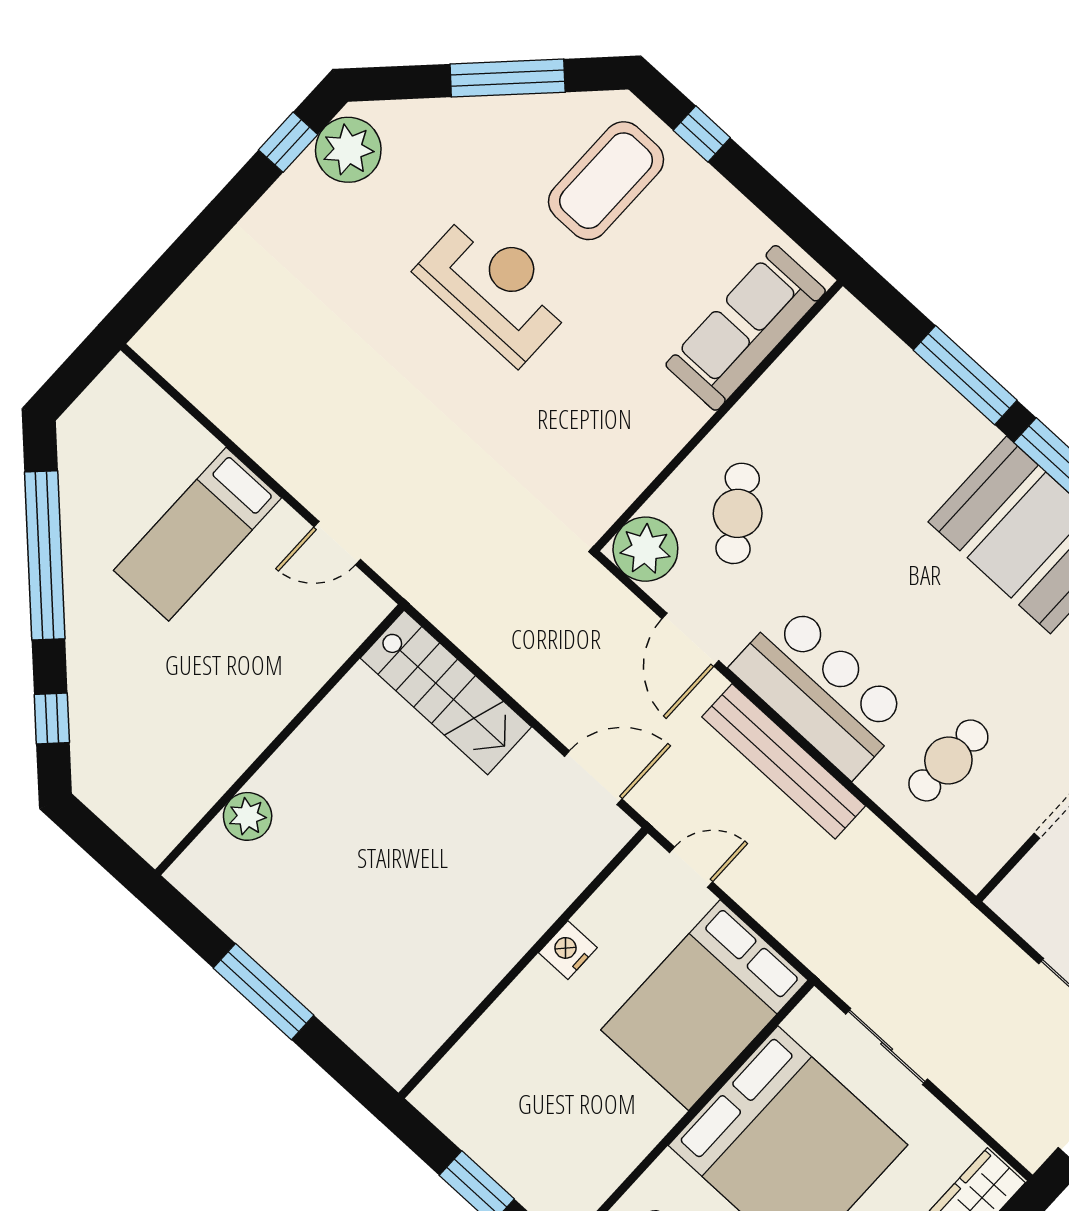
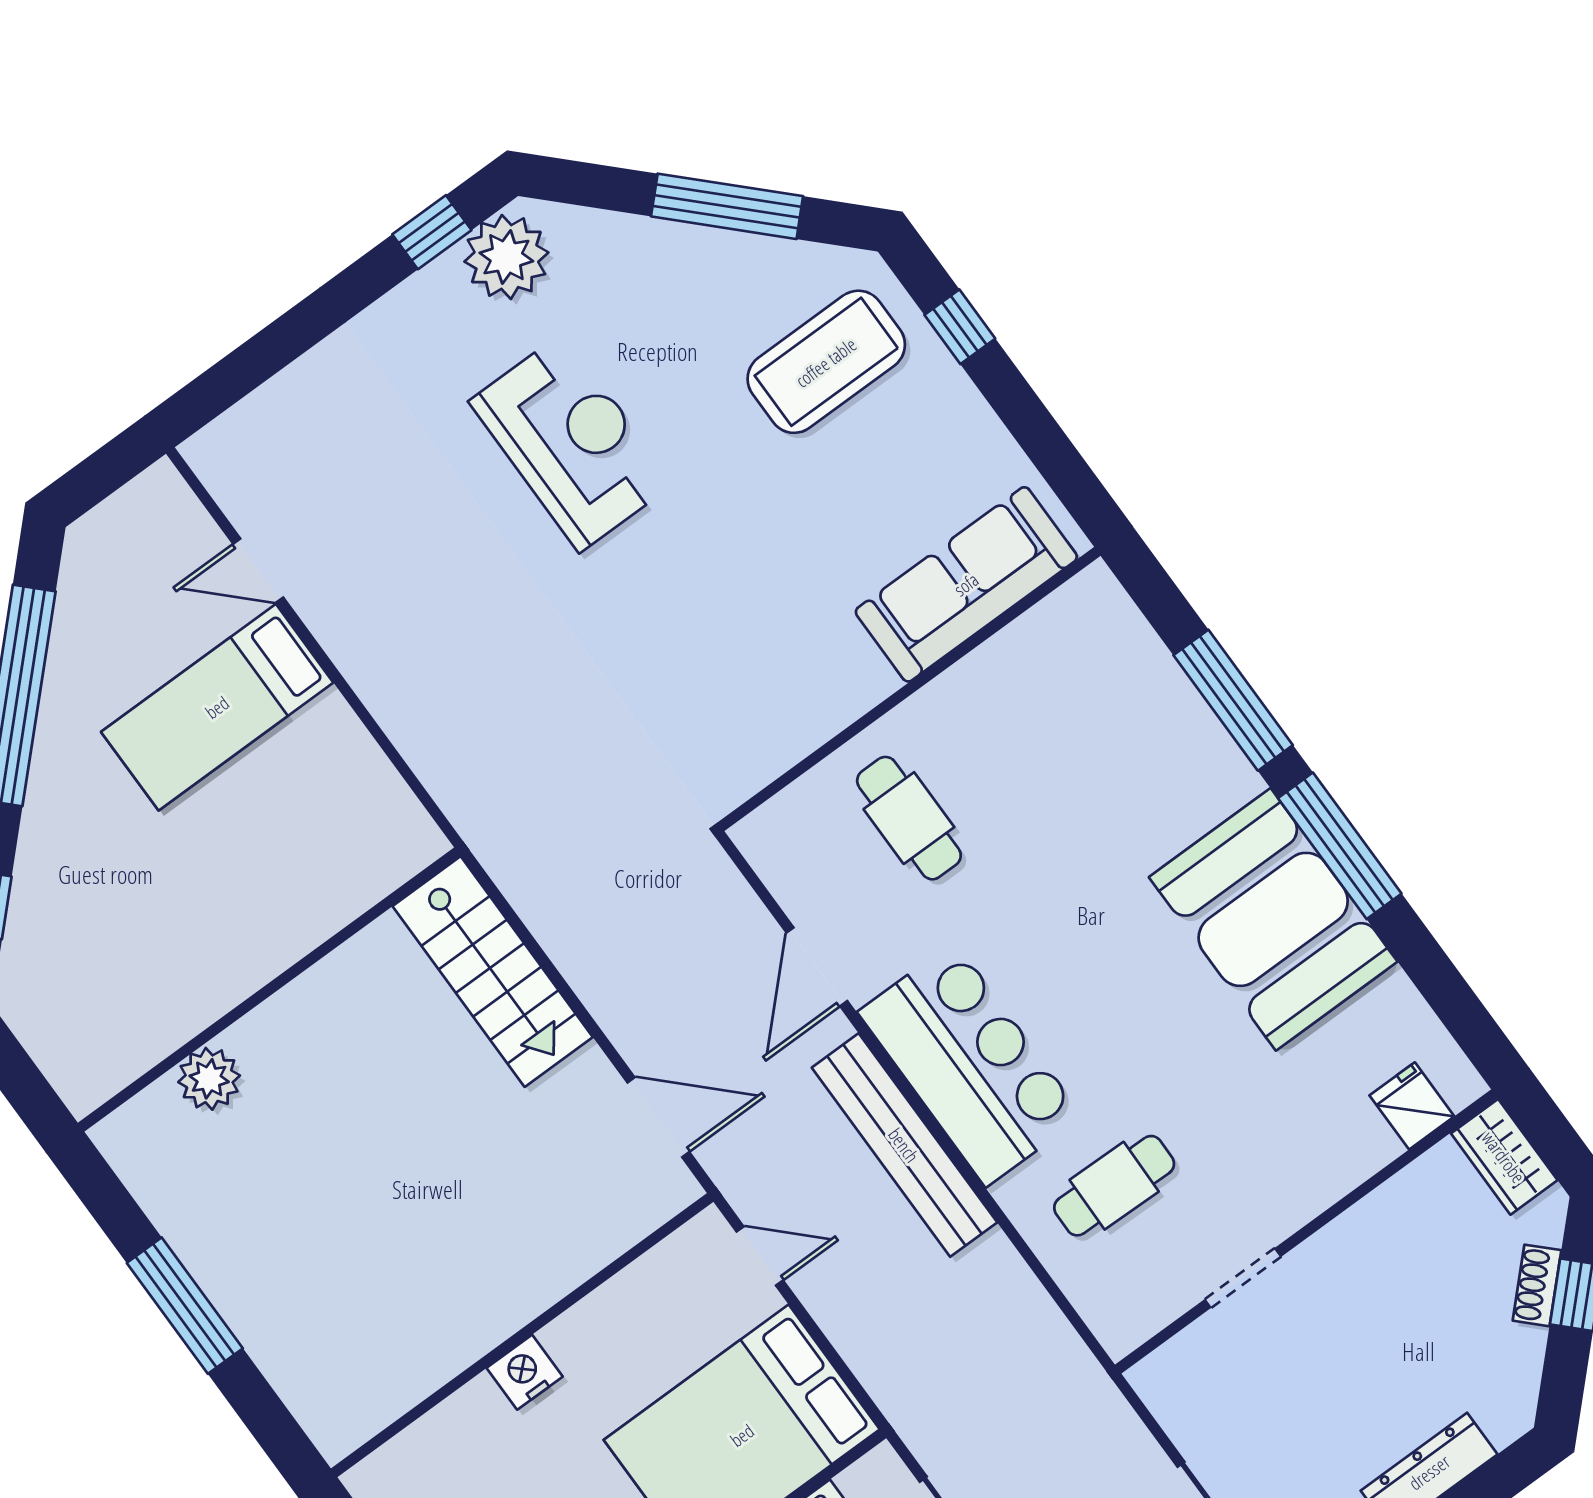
reception desk: (495, 287) -> (571, 443), moved
cafe table: (738, 513) -> (909, 818), turned -55
door: (337, 543) -> (258, 571), moved
plant: (645, 549) -> (783, 840), removed
nightstand: (568, 950) -> (525, 1372), moved

